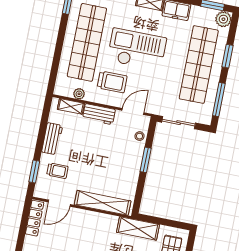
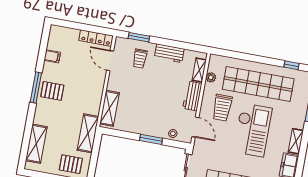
shelving: (103, 203) -> (110, 108), width x0.68

